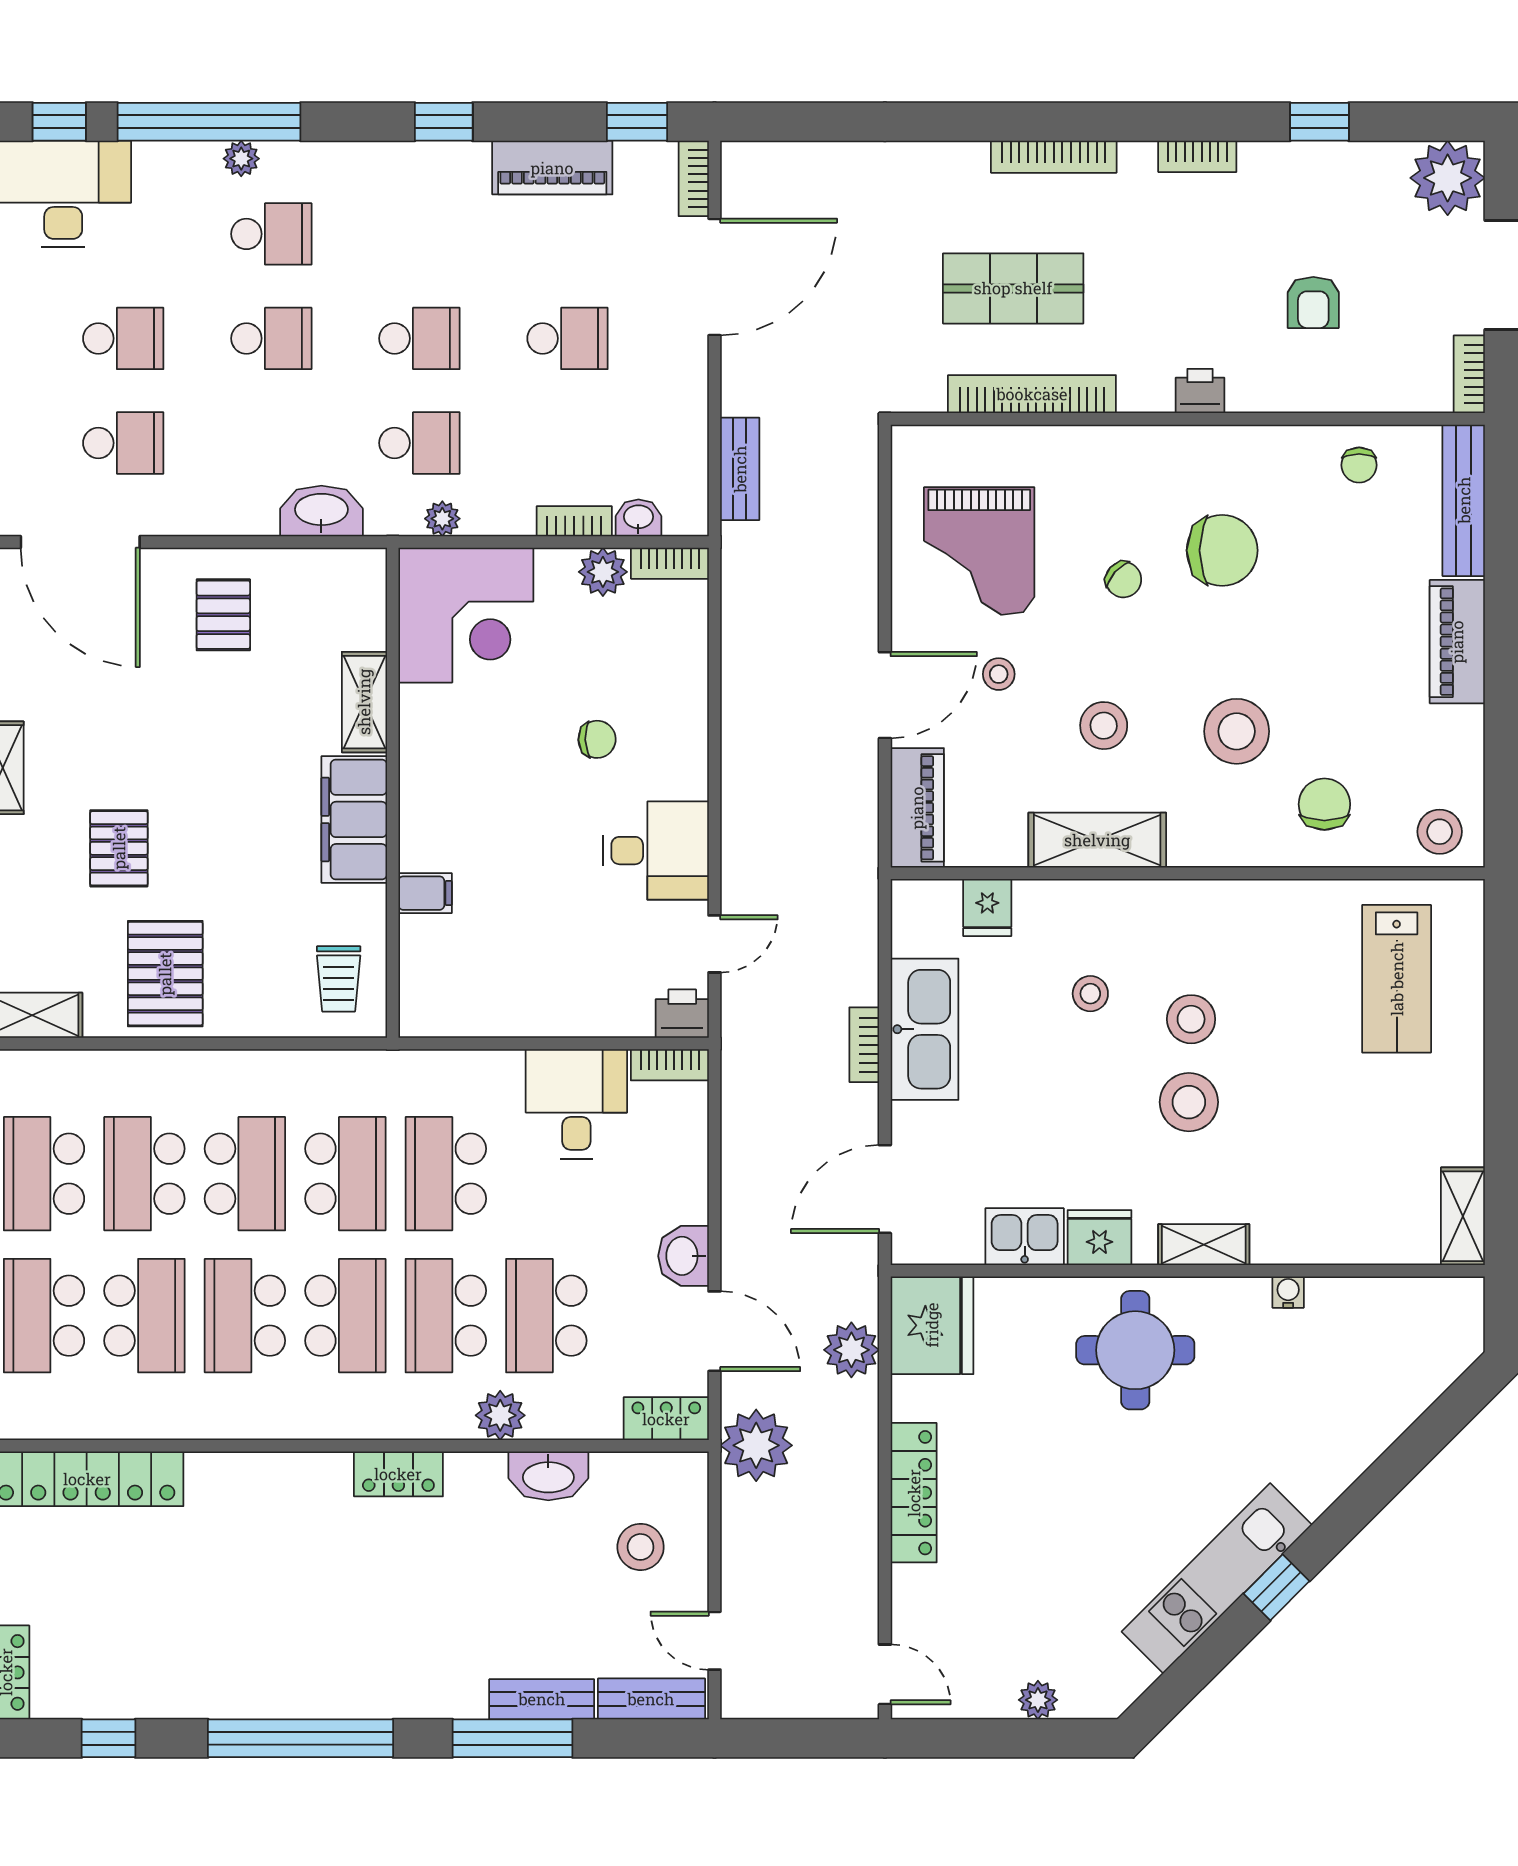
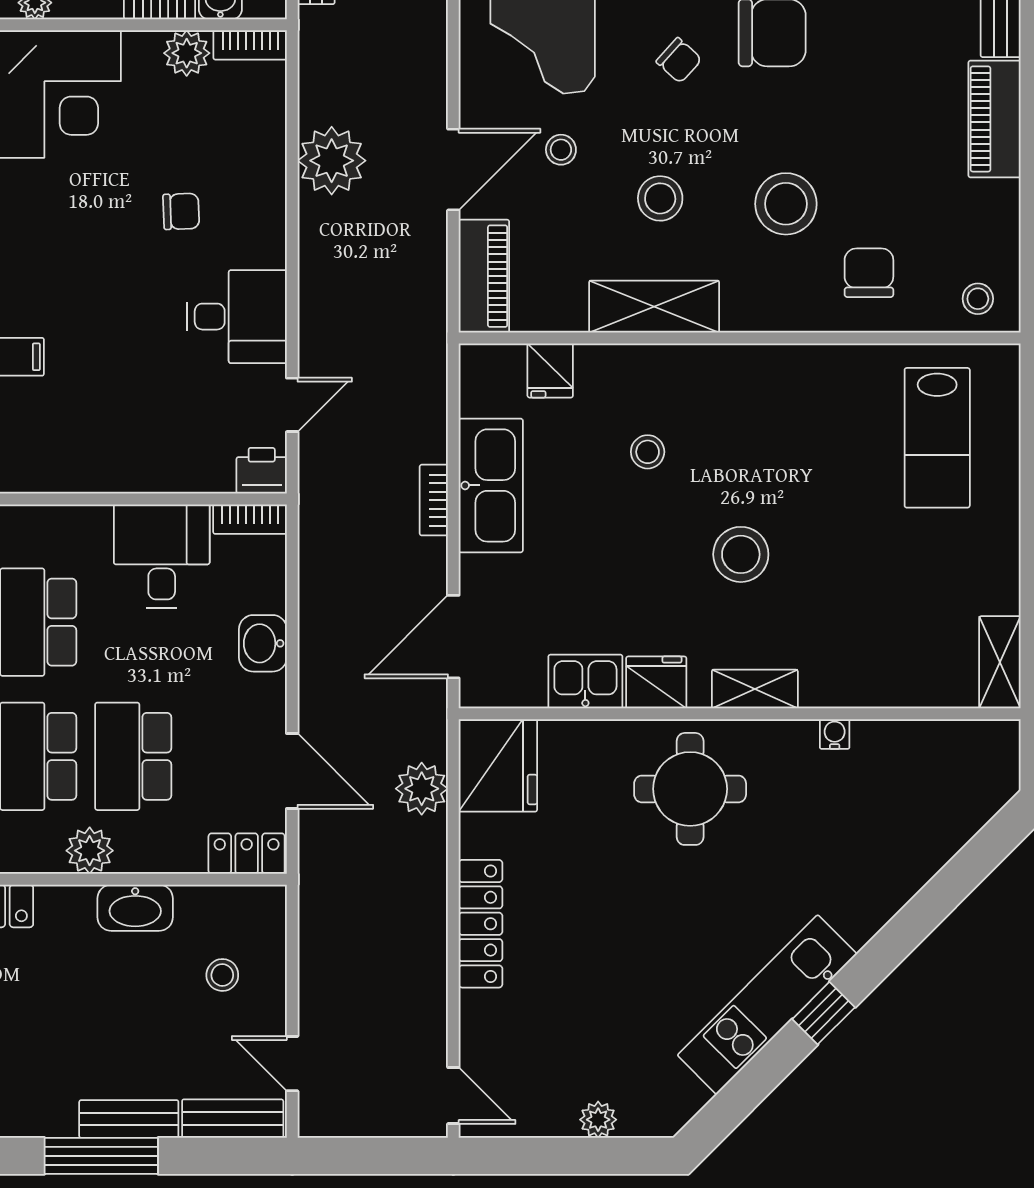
stool: (1440, 832) -> (978, 299), width x0.73, depth x0.73
stool: (1191, 1019) -> (743, 476), removed
washbasin: (683, 1256) -> (263, 643), moved
plant: (756, 1445) -> (332, 161), moved
stool: (641, 1547) -> (222, 975), width x0.73, depth x0.73

